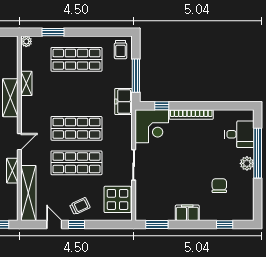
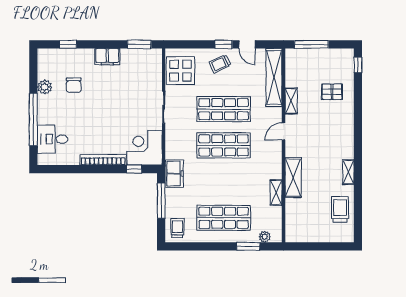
plant: (26, 41) -> (265, 237), moved
plant: (247, 163) -> (45, 87), moved

